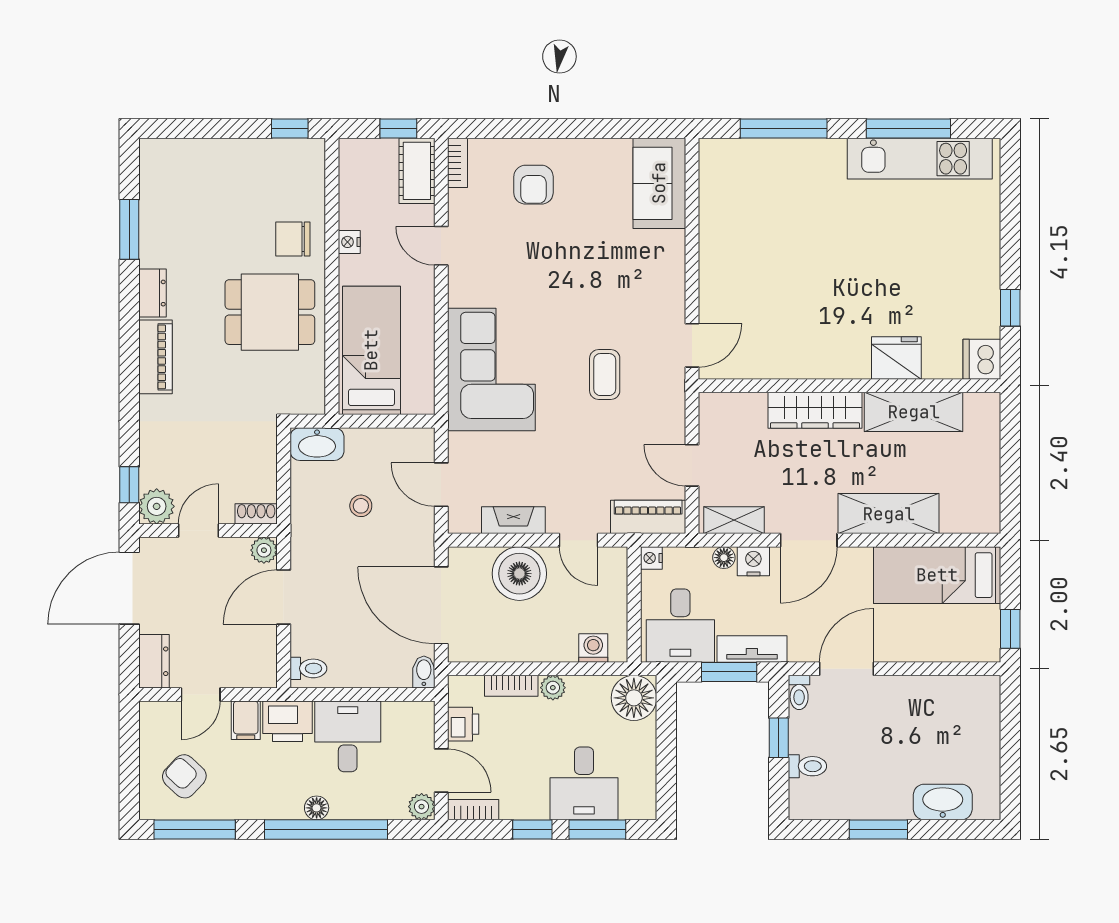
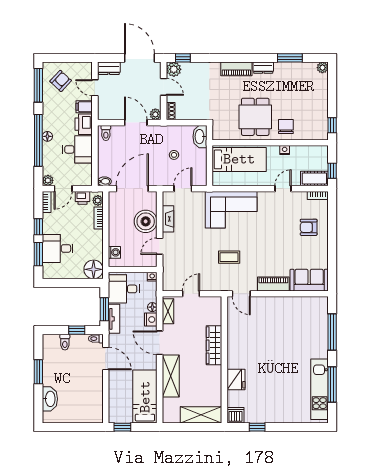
plant: (152, 152) -> (322, 68), added
shelving: (914, 412) -> (201, 415), moved, turned 90
piano: (648, 517) -> (273, 284), moved, turned -90
plant: (553, 688) -> (98, 200), moved

